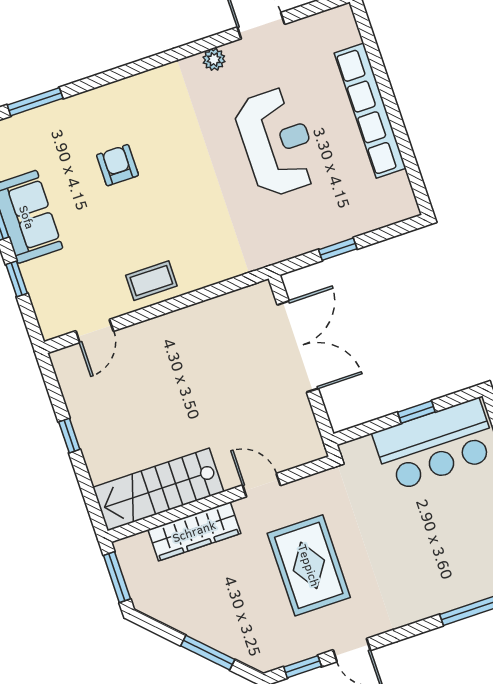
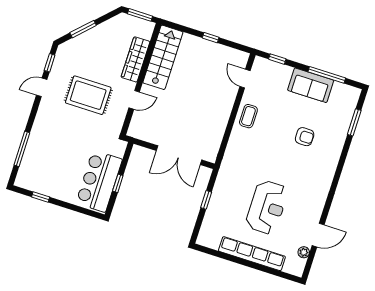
plant: (214, 59) -> (304, 252), moved
reception desk: (277, 142) -> (267, 207), turned -90
window: (17, 279) -> (277, 59), moved

